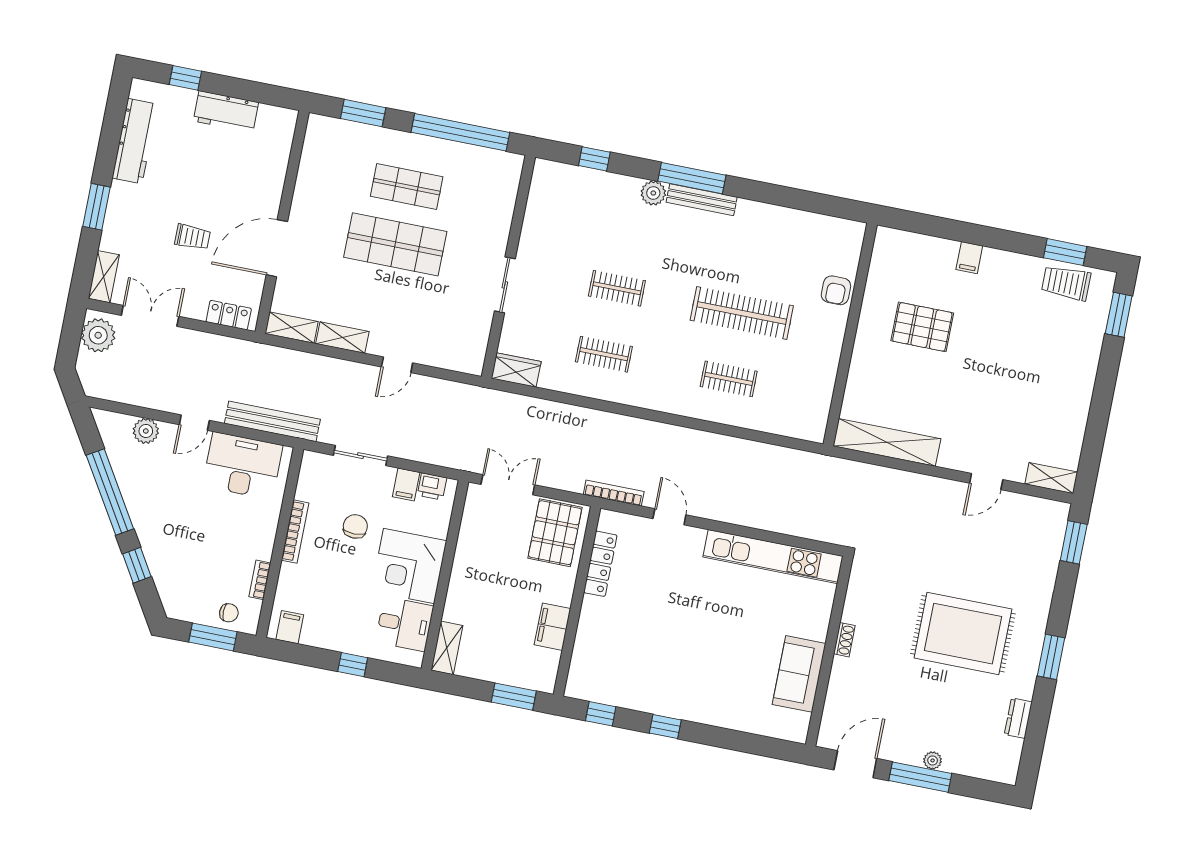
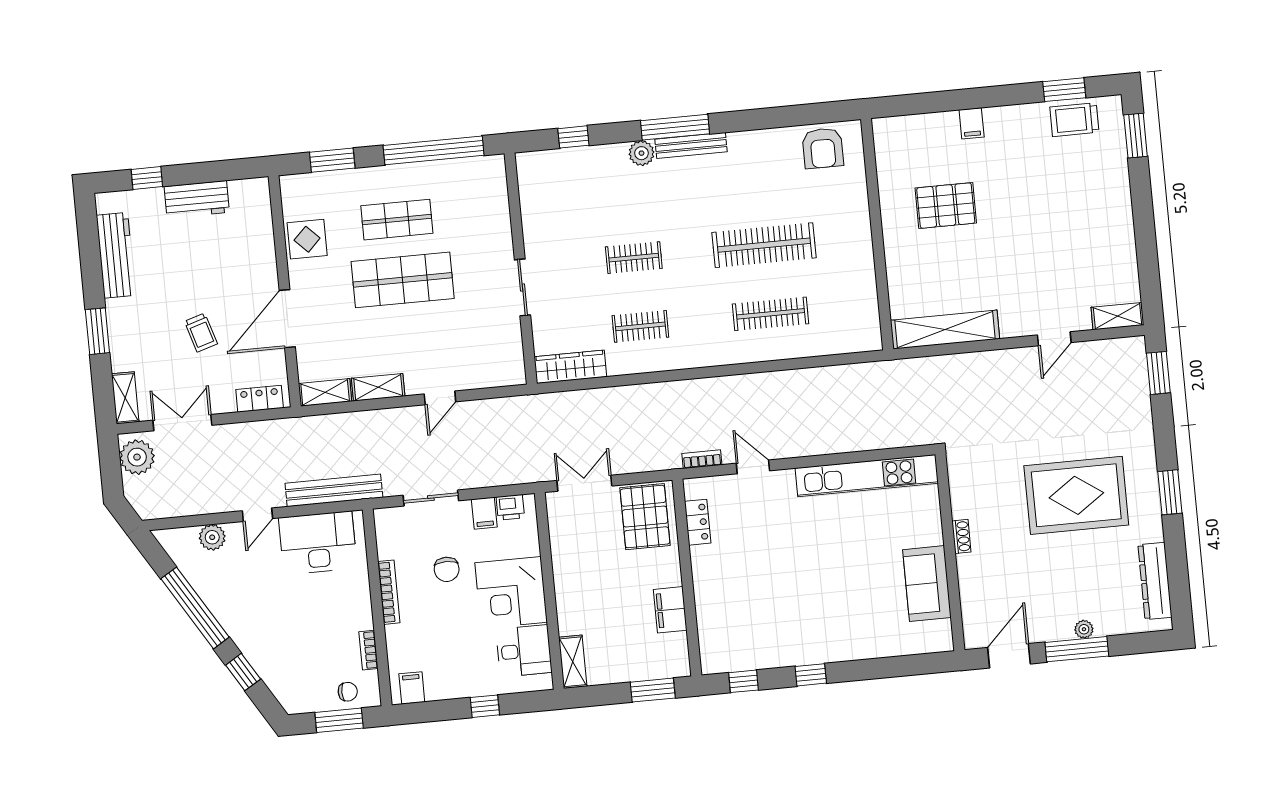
display table: (318, 180) -> (307, 239), added
trolley: (192, 237) -> (201, 333), turned 73
armchair: (836, 290) -> (823, 148), moved, width x1.38, depth x1.38
wardrobe: (516, 370) -> (570, 367), width x1.50
clothes rail: (729, 379) -> (771, 314), width x1.36
bookcase: (614, 493) -> (702, 459), width x0.64
chair: (355, 526) -> (447, 569), turned 180
locker: (600, 564) -> (698, 522), width x0.66
dresser: (1018, 718) -> (1155, 581), width x1.96, depth x1.24

